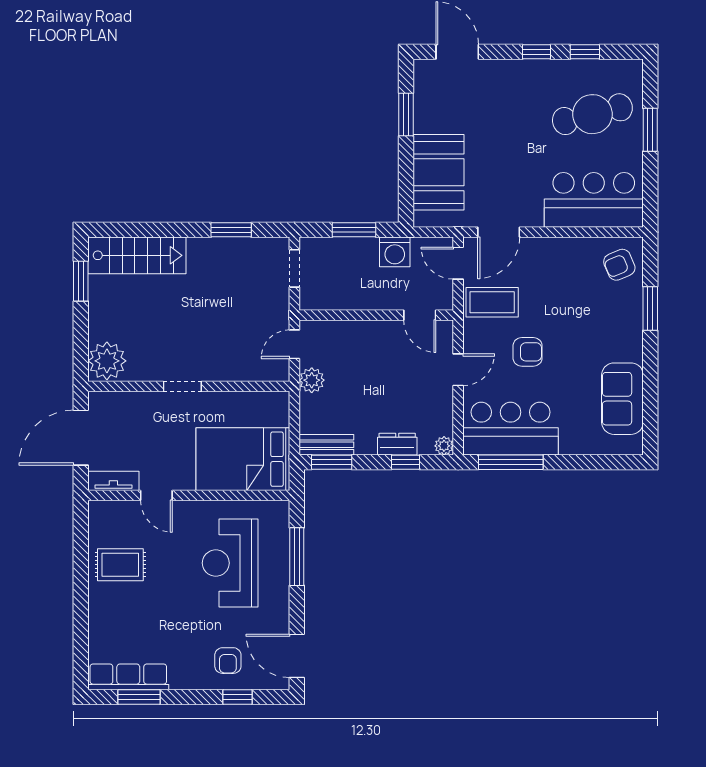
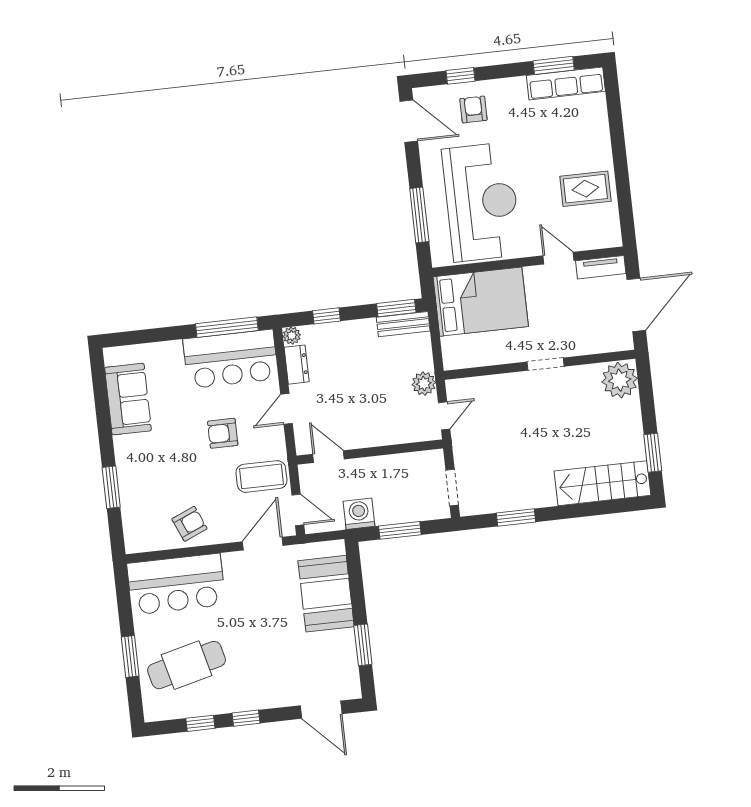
armchair: (619, 265) -> (189, 524), moved
dresser: (397, 444) -> (297, 365), moved, turned -90
reception desk: (230, 563) -> (482, 202), width x1.36, depth x1.30

